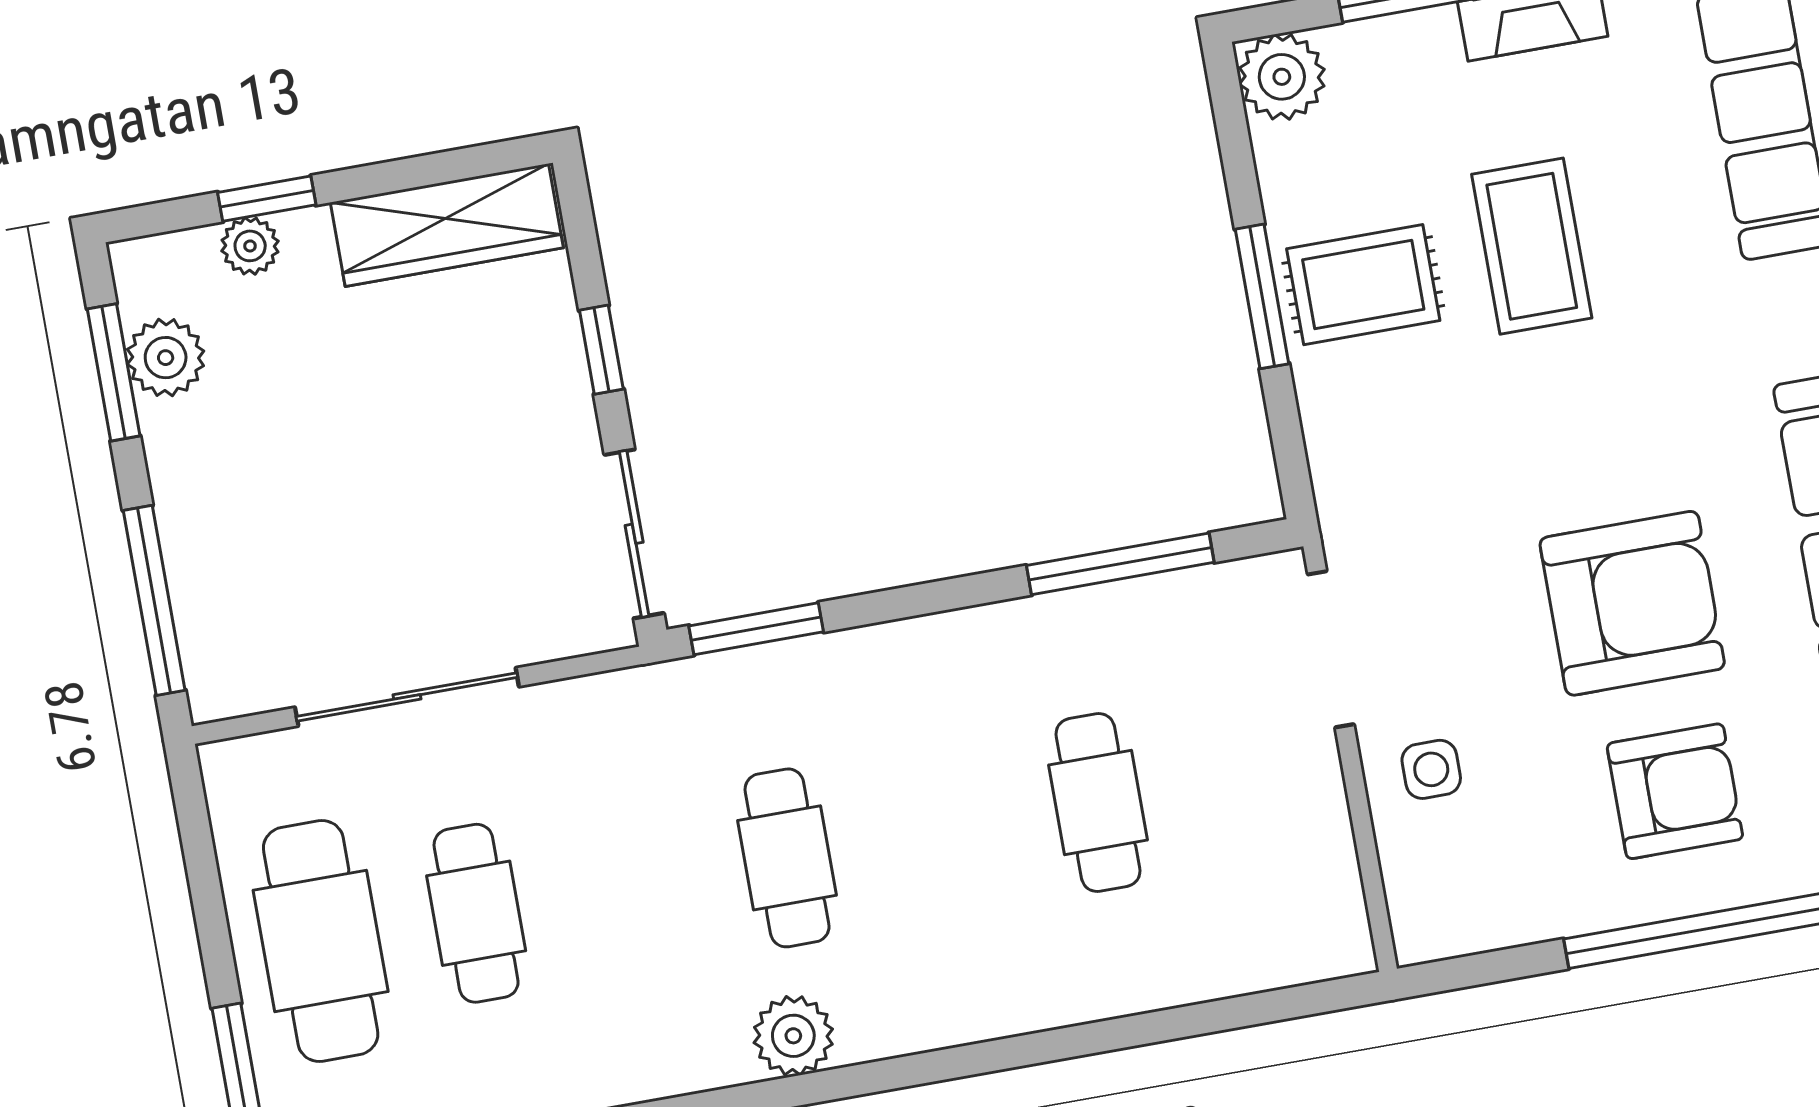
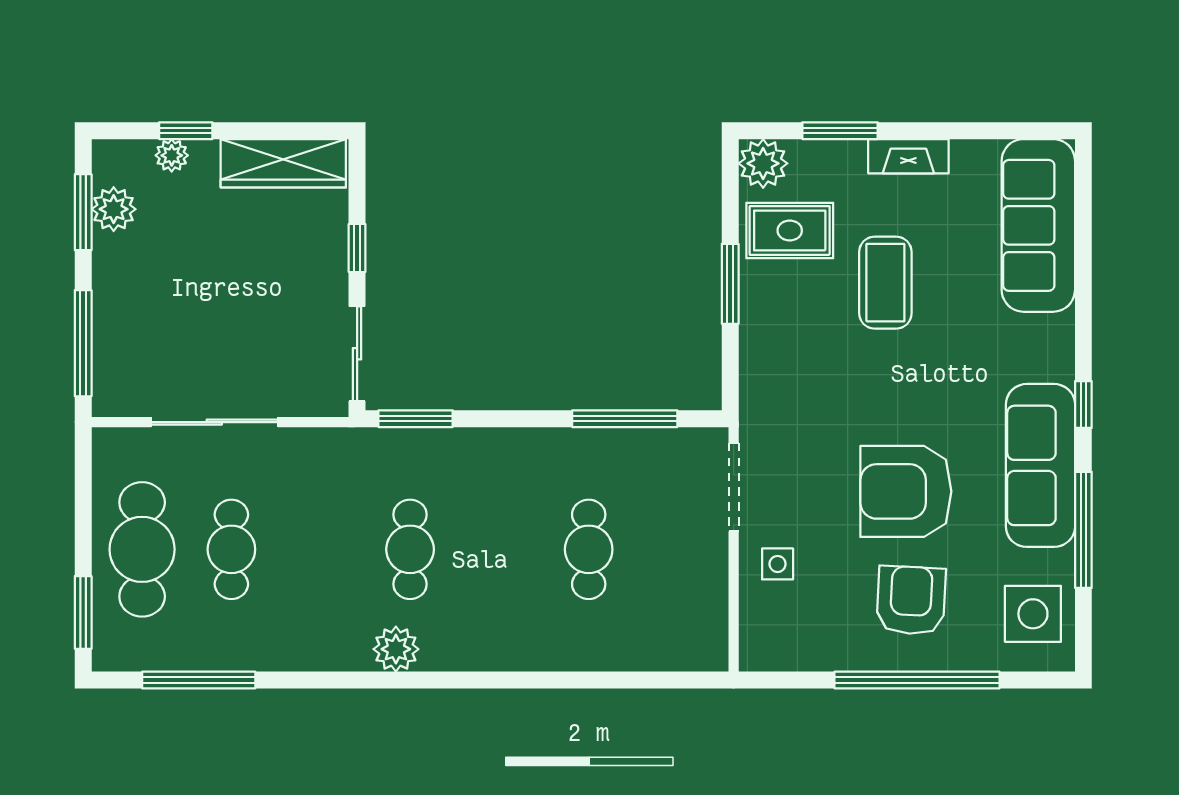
rug: (1363, 285) -> (790, 231), moved
armchair: (1632, 603) -> (906, 491), turned 180
armchair: (1675, 791) -> (911, 600), turned -87

